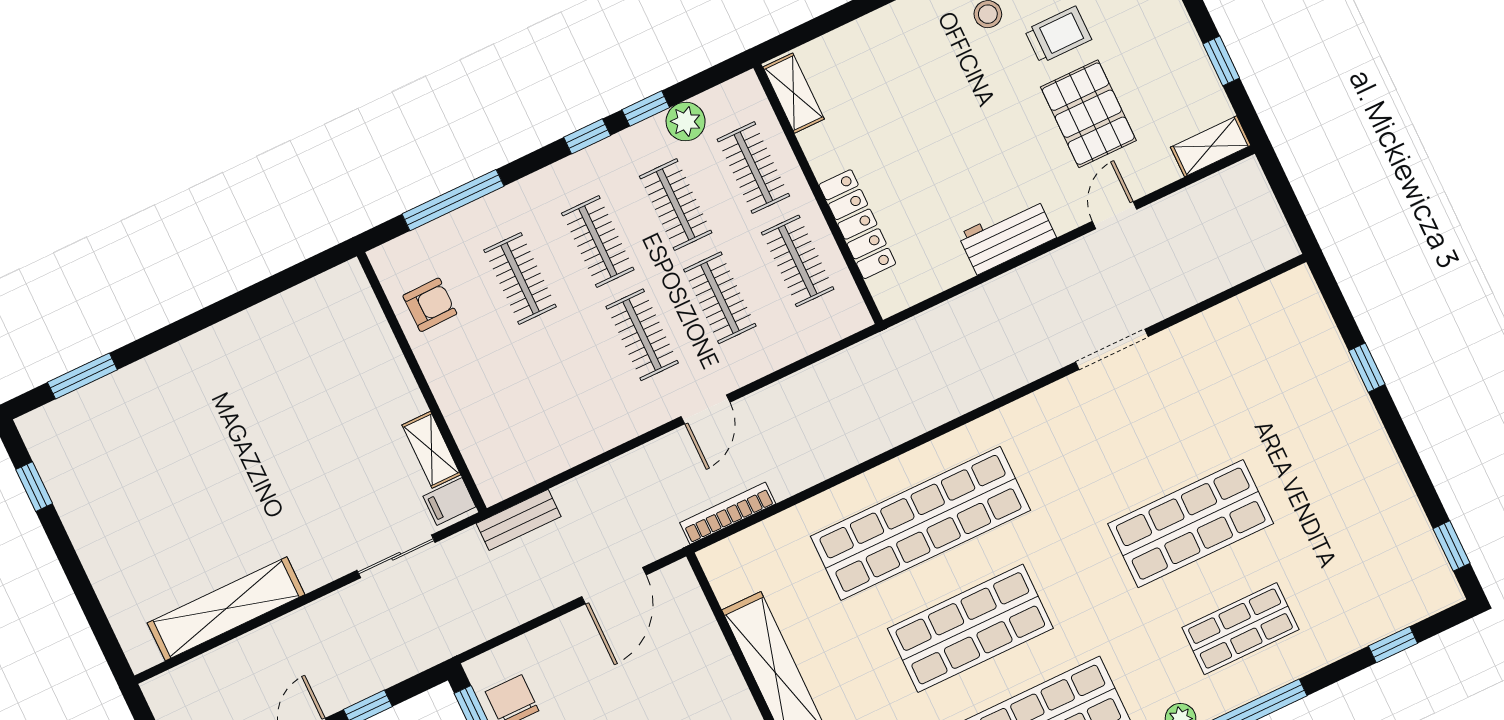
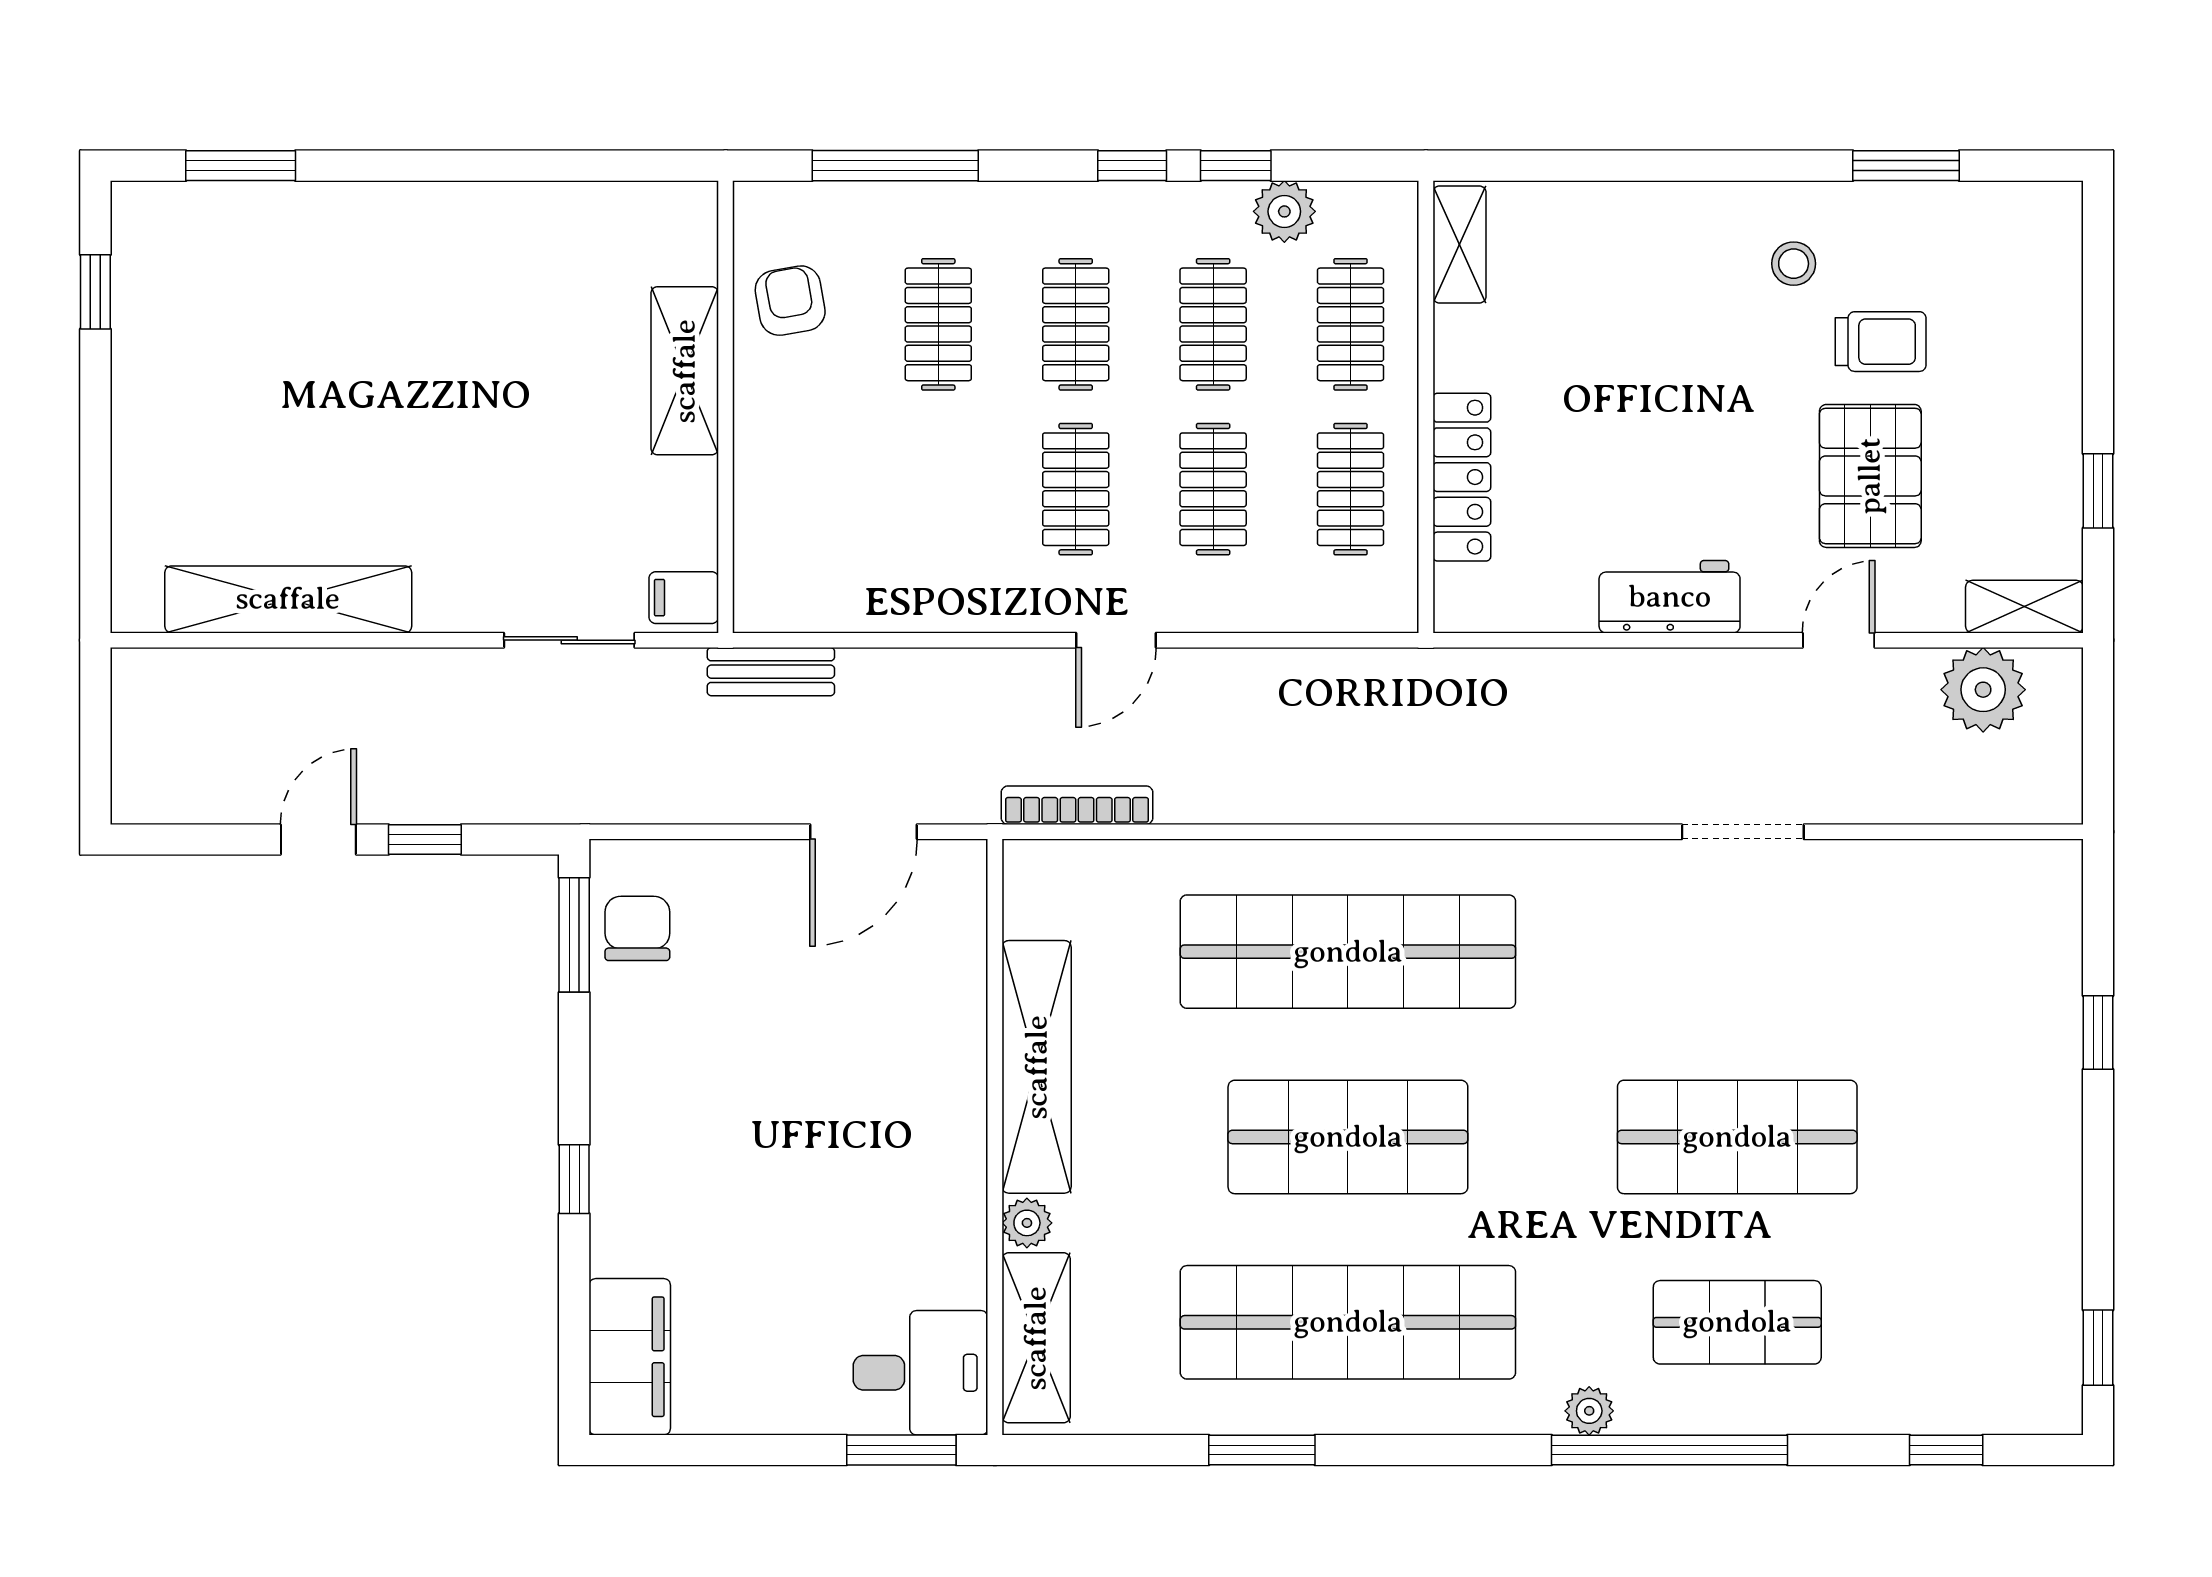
plant: (1210, 204) -> (1983, 690), added
armchair: (430, 305) -> (790, 301), turned -99
shelving: (431, 450) -> (685, 371), moved, width x1.50, depth x1.33

